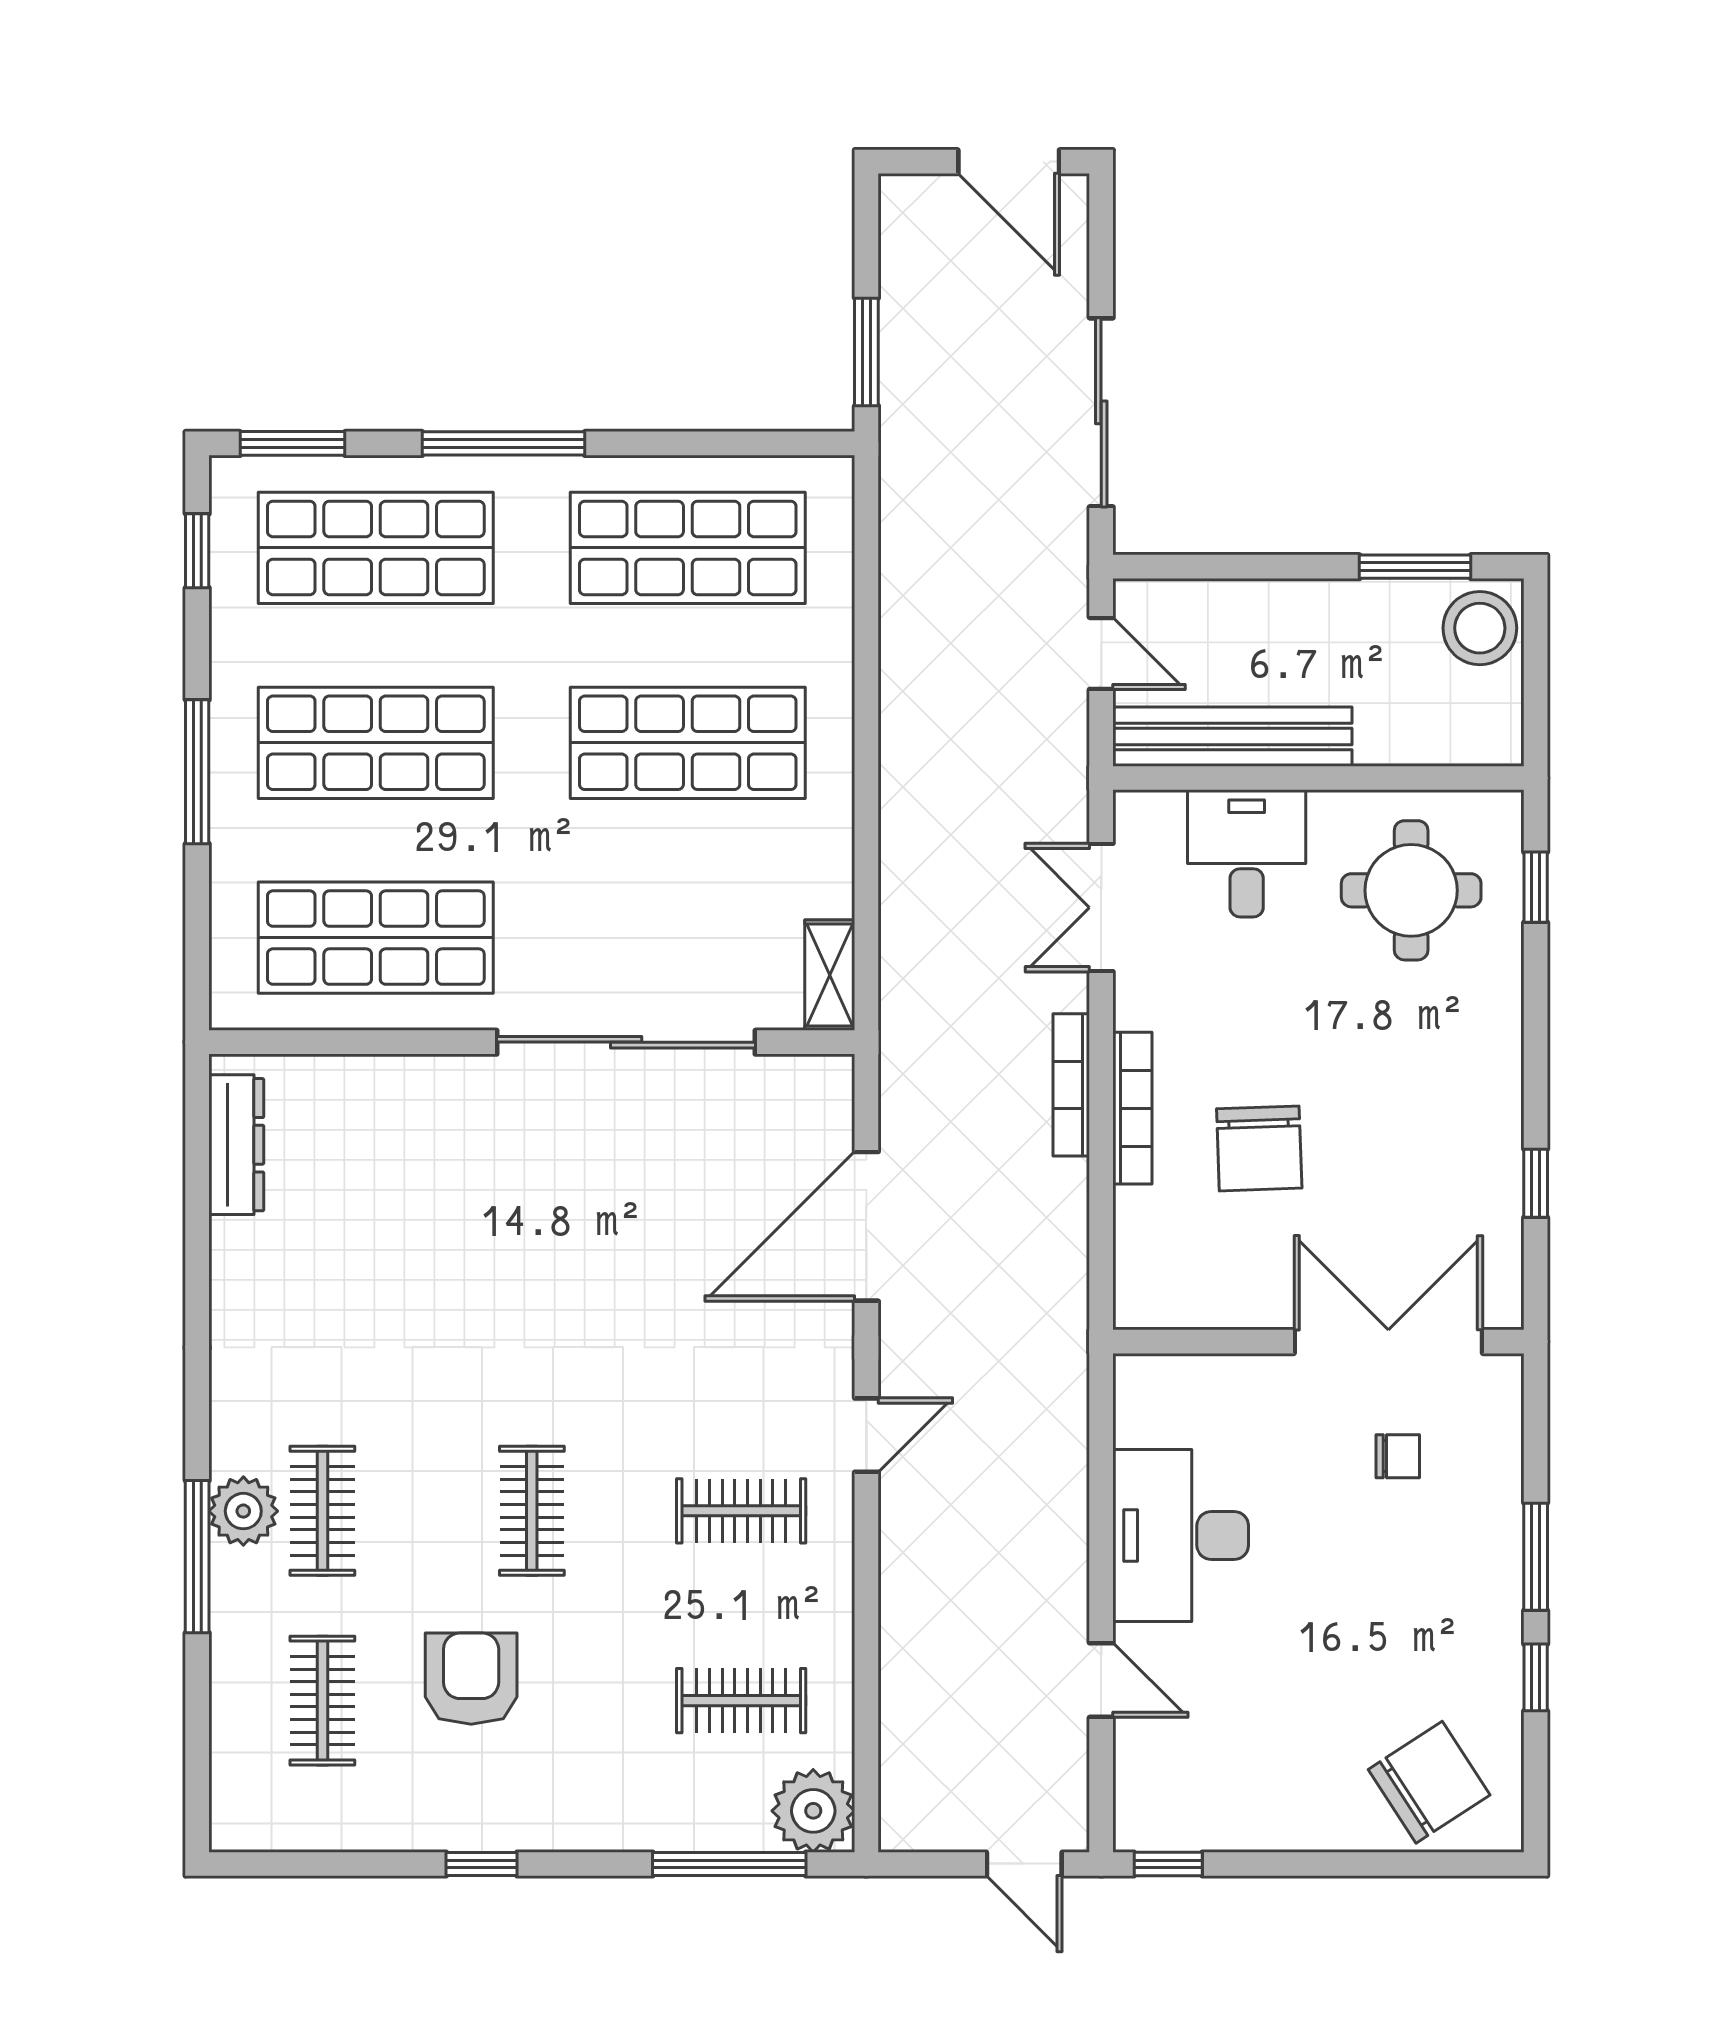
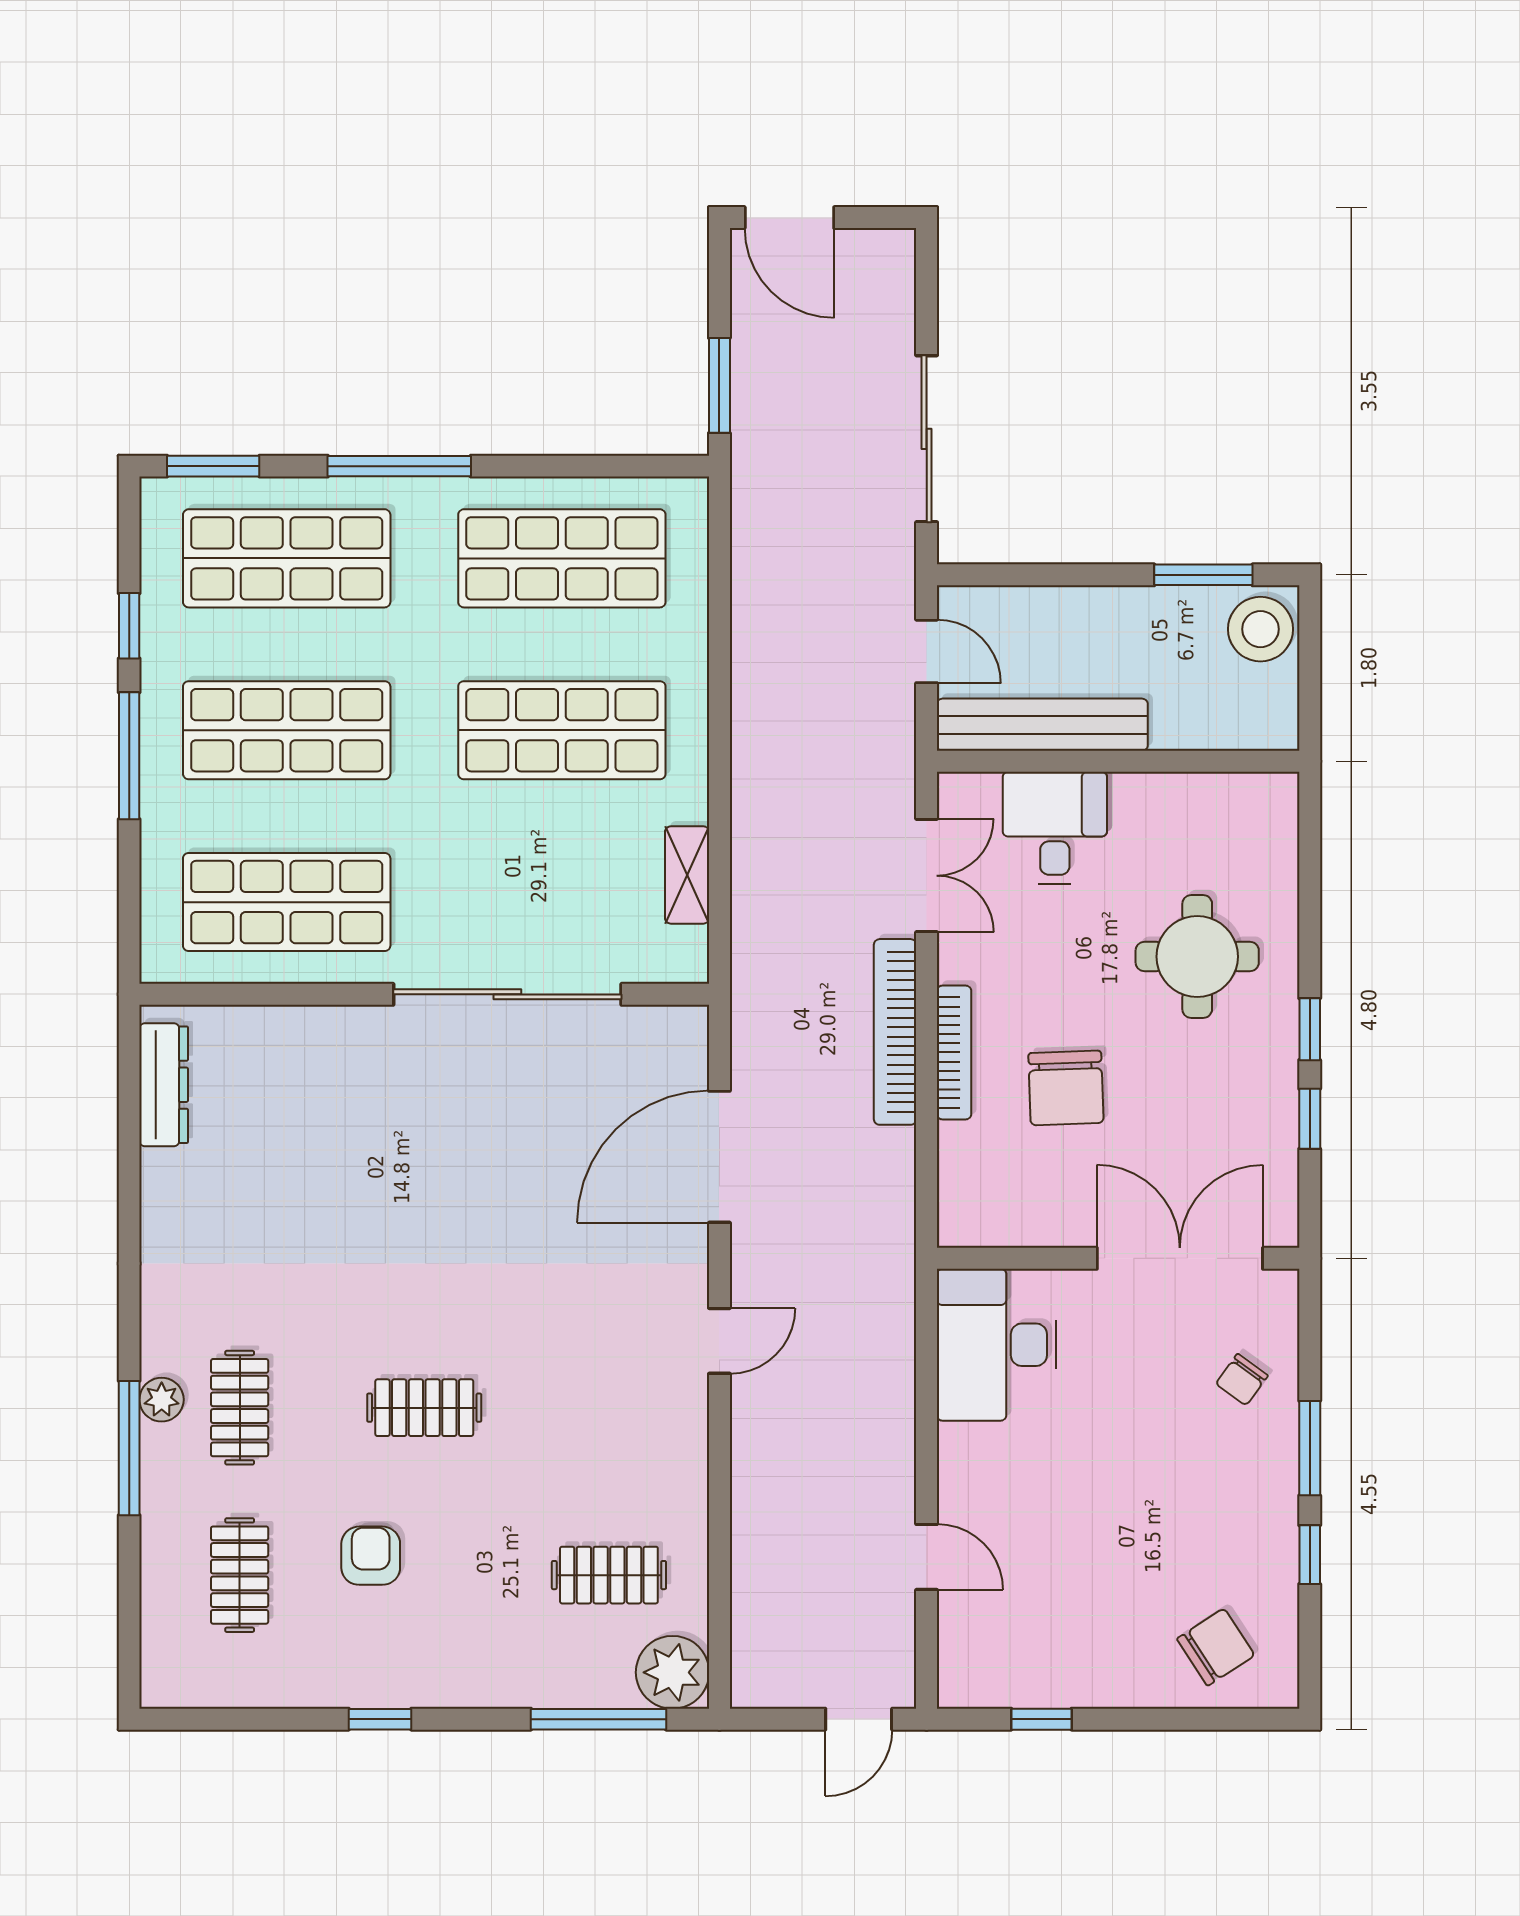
door: (1009, 162) -> (789, 218), moved
window: (197, 551) -> (129, 626), moved
window: (1536, 887) -> (1310, 1029), moved
round table: (1411, 890) -> (1197, 957), moved
double door: (1101, 908) -> (927, 876), swing flipped
shelving: (830, 975) -> (687, 875), moved
bookcase: (1071, 1085) -> (895, 1032), width x1.48, depth x1.31
chair: (1398, 1456) -> (1242, 1380), moved, turned 126
plant: (243, 1511) -> (162, 1400), width x0.73, depth x0.73
clothes rail: (532, 1511) -> (424, 1408), turned 90
clothes rail: (741, 1511) -> (609, 1408), removed
desk: (1181, 1536) -> (997, 1345), moved
armchair: (471, 1679) -> (371, 1556), width x0.72, depth x0.72
chair: (1429, 1782) -> (1216, 1647), width x0.73, depth x0.73
door: (1024, 1864) -> (859, 1719), hinge flipped
window: (1168, 1864) -> (1041, 1719), moved

